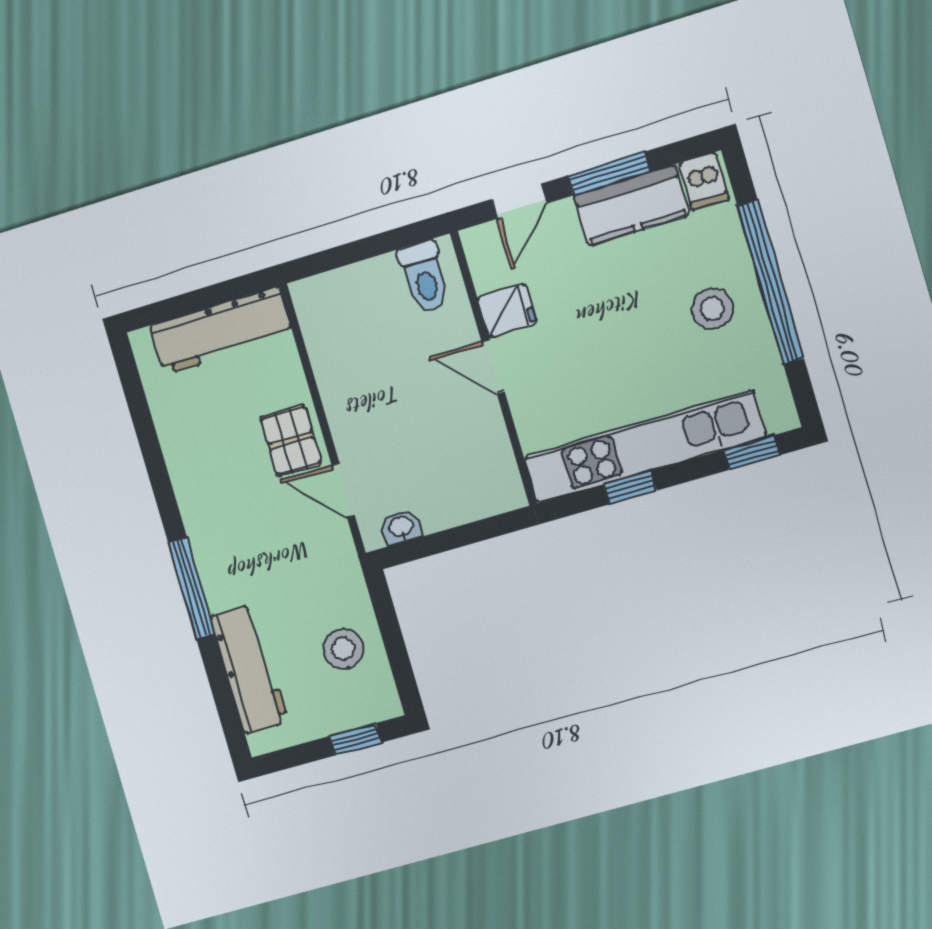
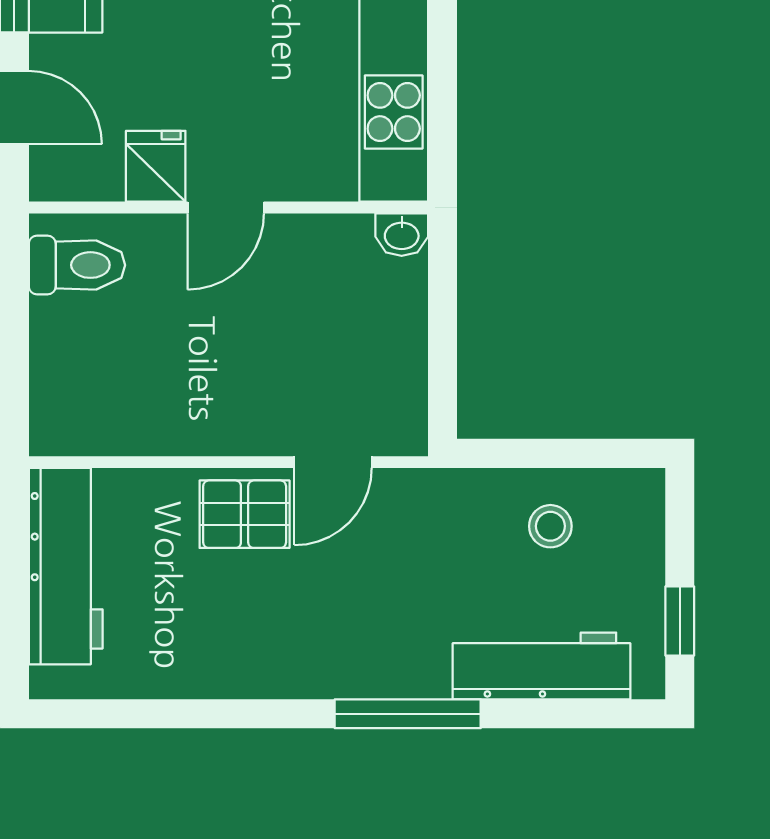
window: (630, 488) -> (442, 71), removed
washbasin: (401, 527) -> (402, 235), moved, turned -90
stool: (343, 649) -> (550, 526), width x0.73, depth x0.73
window: (356, 739) -> (680, 621), moved

